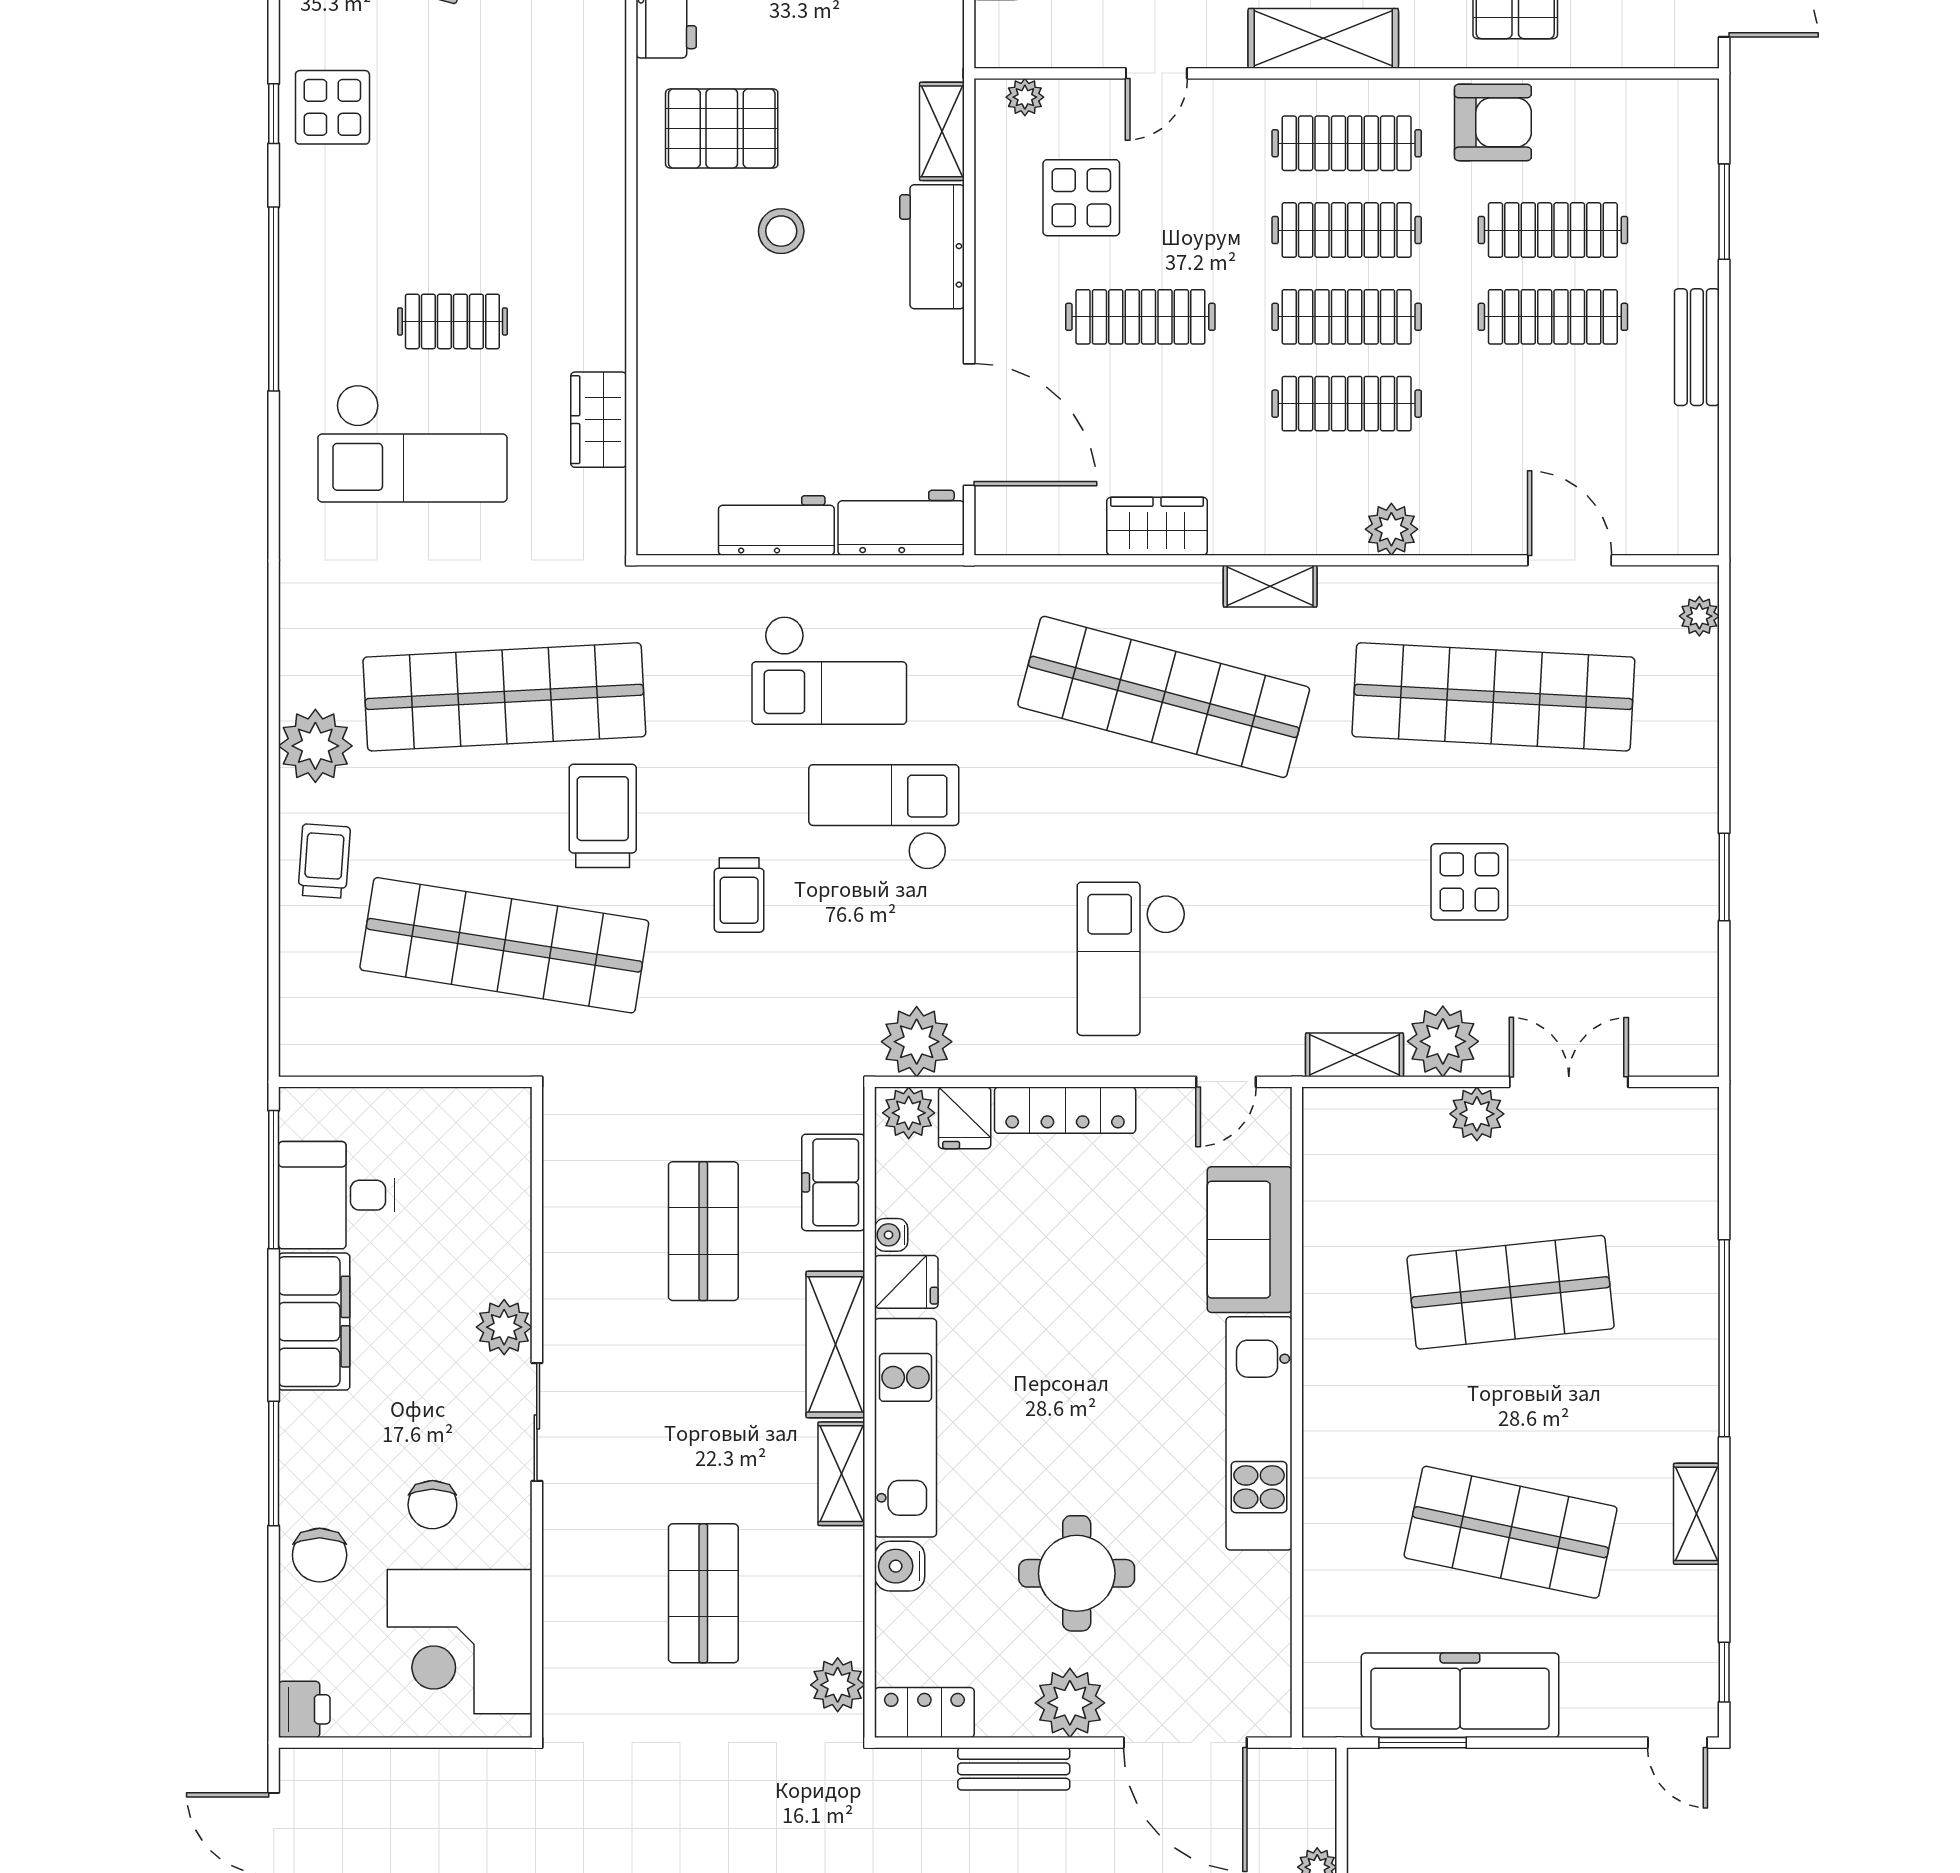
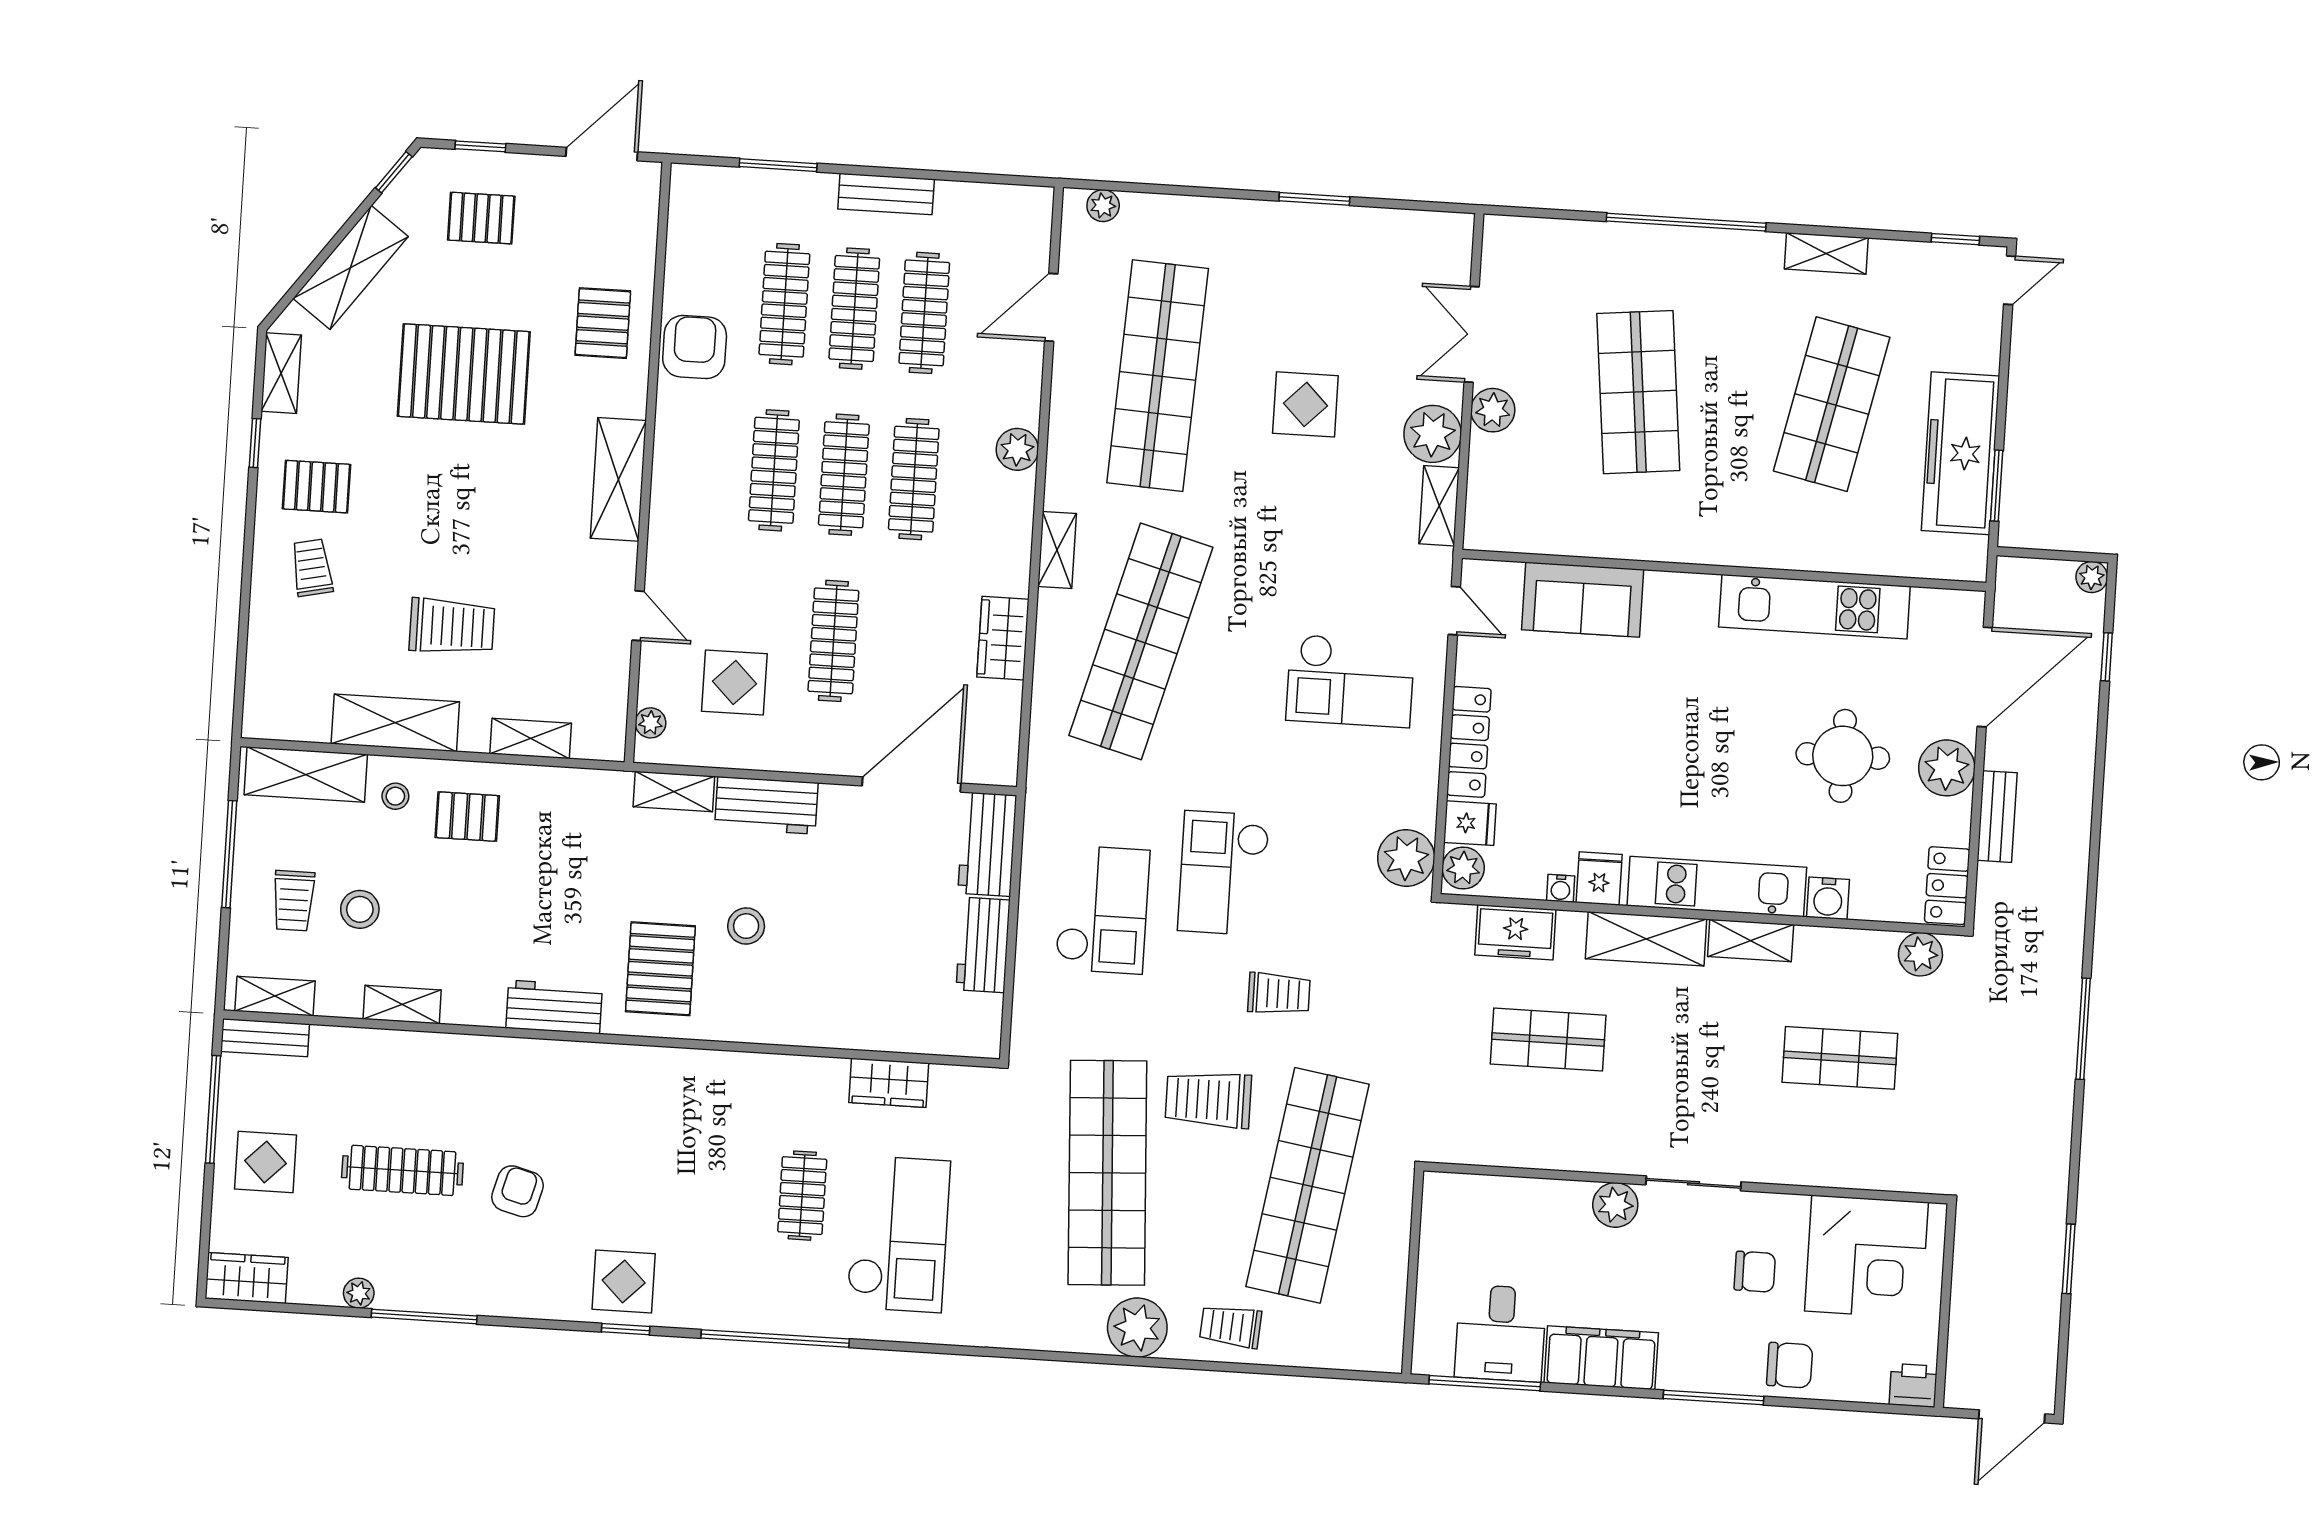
clothes rail: (1347, 143) -> (924, 313), moved
kitchen unit: (1259, 1433) -> (1814, 607), moved

